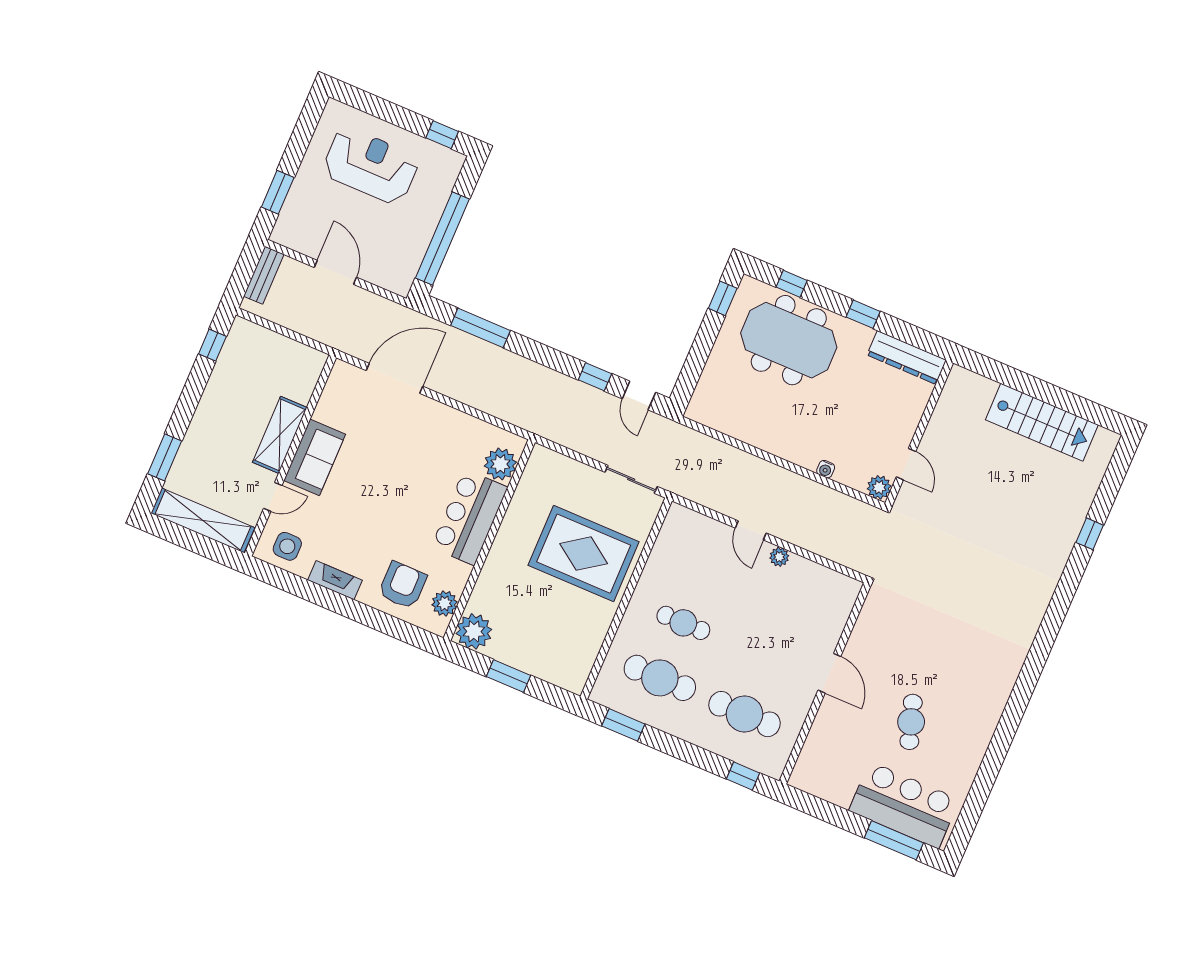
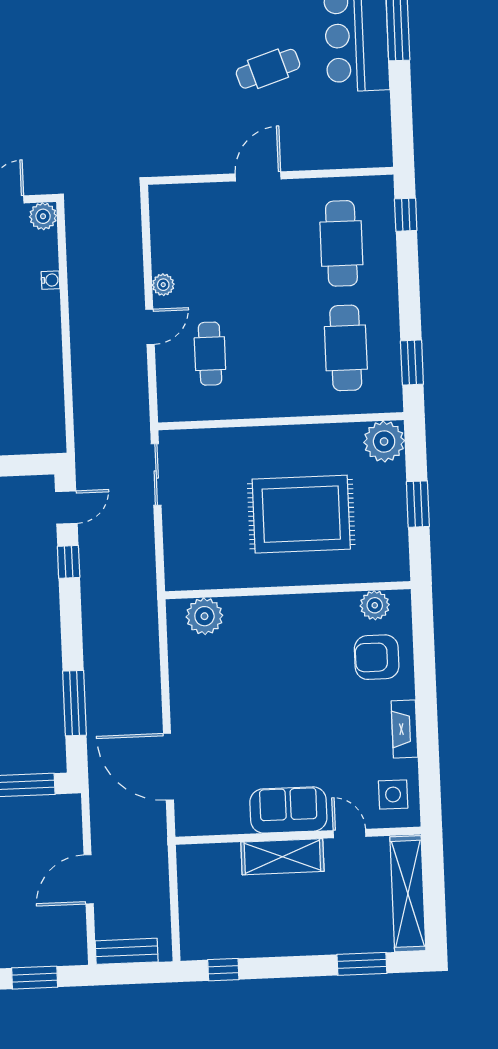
bar counter: (469, 517) -> (274, 622), removed
rug: (584, 554) -> (301, 514), moved, turned 90
cafe table: (683, 623) -> (210, 354), moved
plant: (474, 631) -> (384, 441), moved

